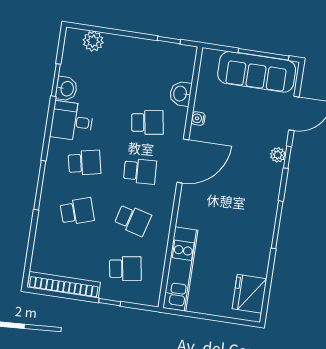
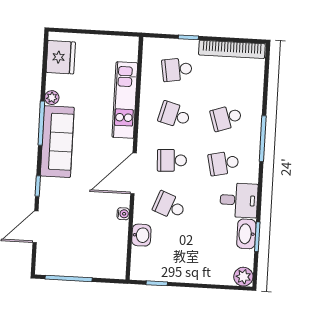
plant: (93, 41) -> (243, 277), moved
sofa: (257, 72) -> (57, 142), moved, turned 90
washbasin: (67, 89) -> (246, 234), width x1.38
school desk: (147, 122) -> (169, 206), turned 30
plant: (278, 155) -> (52, 98), moved
kitchen unit: (180, 269) -> (125, 100), moved

